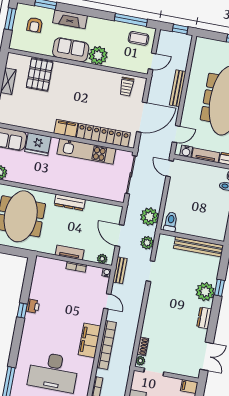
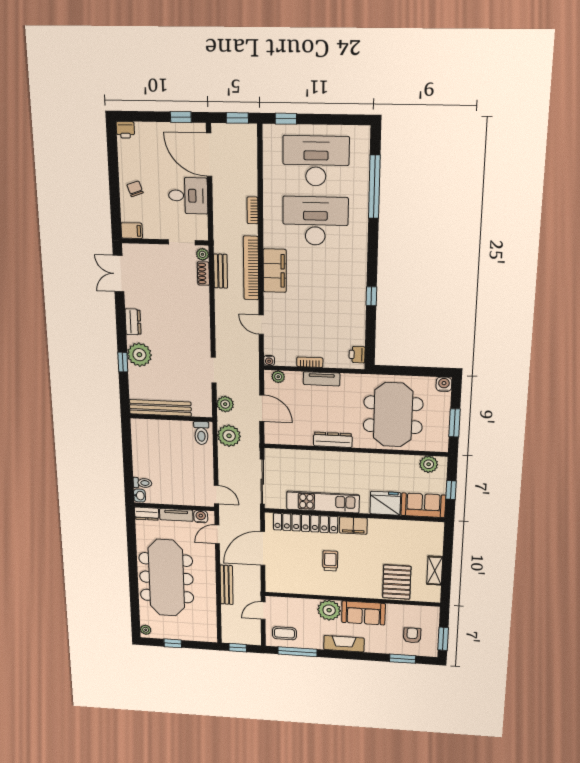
fireplace: (70, 19) -> (344, 644), moved
trolley: (127, 87) -> (330, 561), moved
bench: (120, 270) -> (221, 271), moved
printer: (33, 306) -> (357, 355), moved

